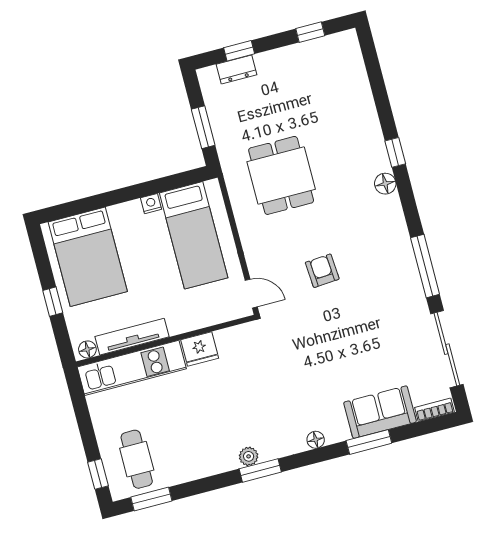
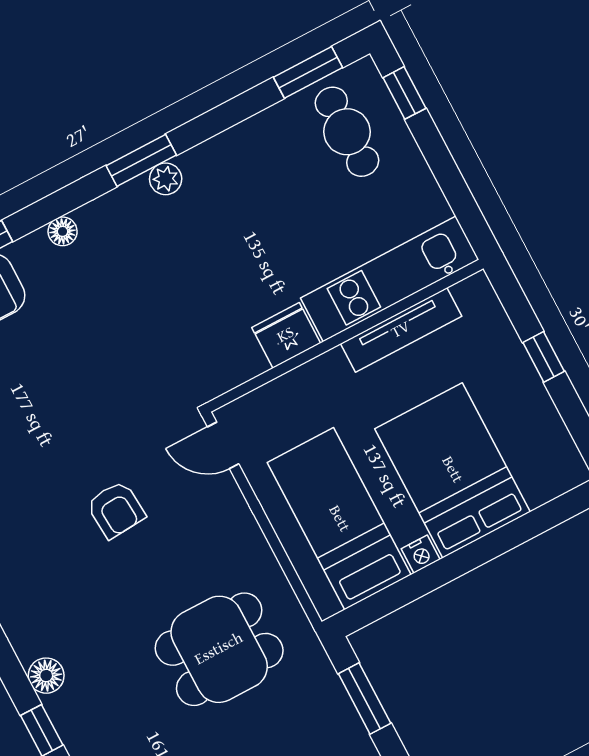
dining table: (281, 175) -> (219, 649), turned 90
bed: (88, 257) -> (452, 470), moved
floor lamp: (87, 349) -> (469, 292), removed

